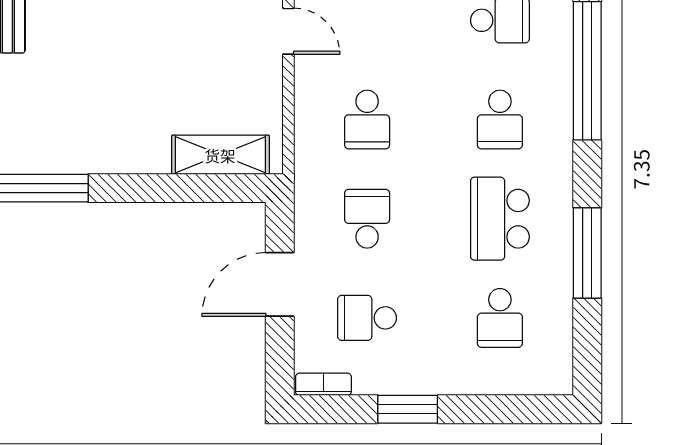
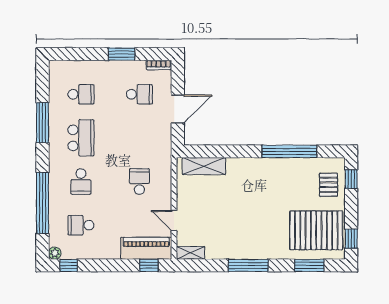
school desk: (500, 120) -> (81, 182), turned 180
school desk: (367, 219) -> (139, 138), removed
school desk: (500, 318) -> (81, 94), turned 90

